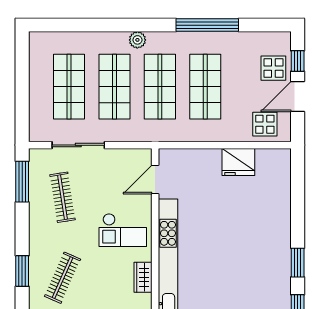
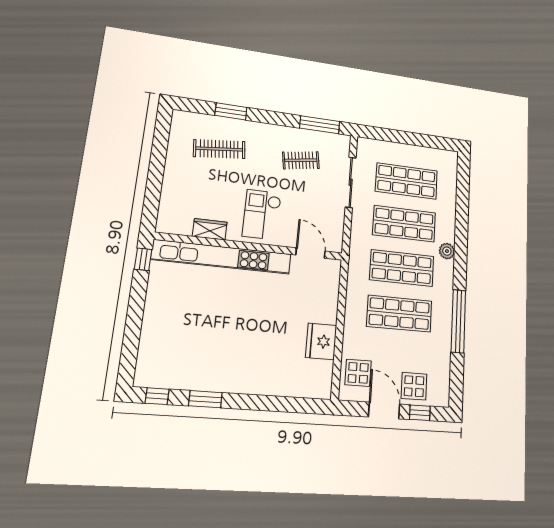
clothes rail: (63, 197) -> (301, 160), width x0.73
clothes rail: (63, 278) -> (219, 149), turned -30

